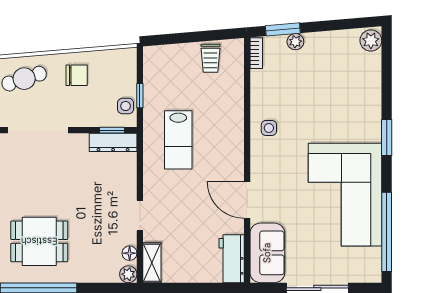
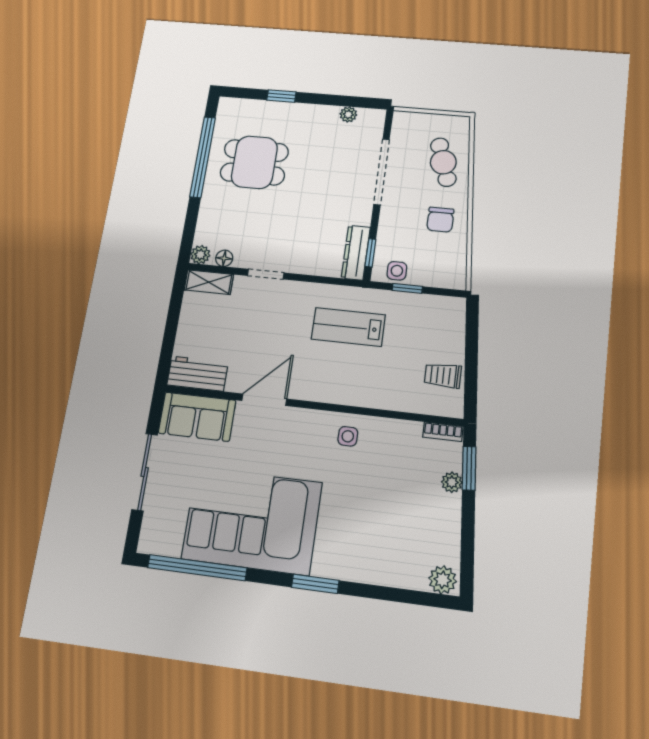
dining table: (39, 241) -> (254, 162), turned 90

